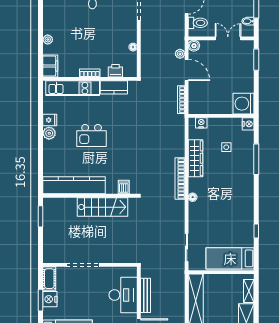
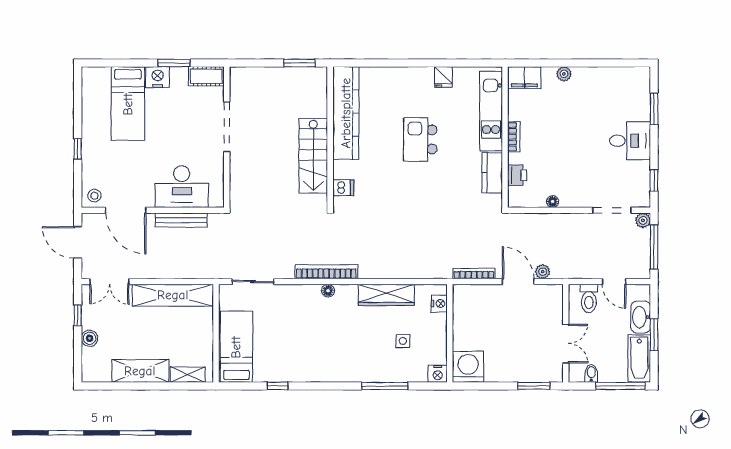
boiler: (194, 46) -> (555, 293), removed
door: (187, 70) -> (518, 282), swing flipped
plant: (49, 133) -> (424, 76), removed
bookcase: (180, 178) -> (326, 272), moved
nightstand: (50, 299) -> (158, 77), moved

